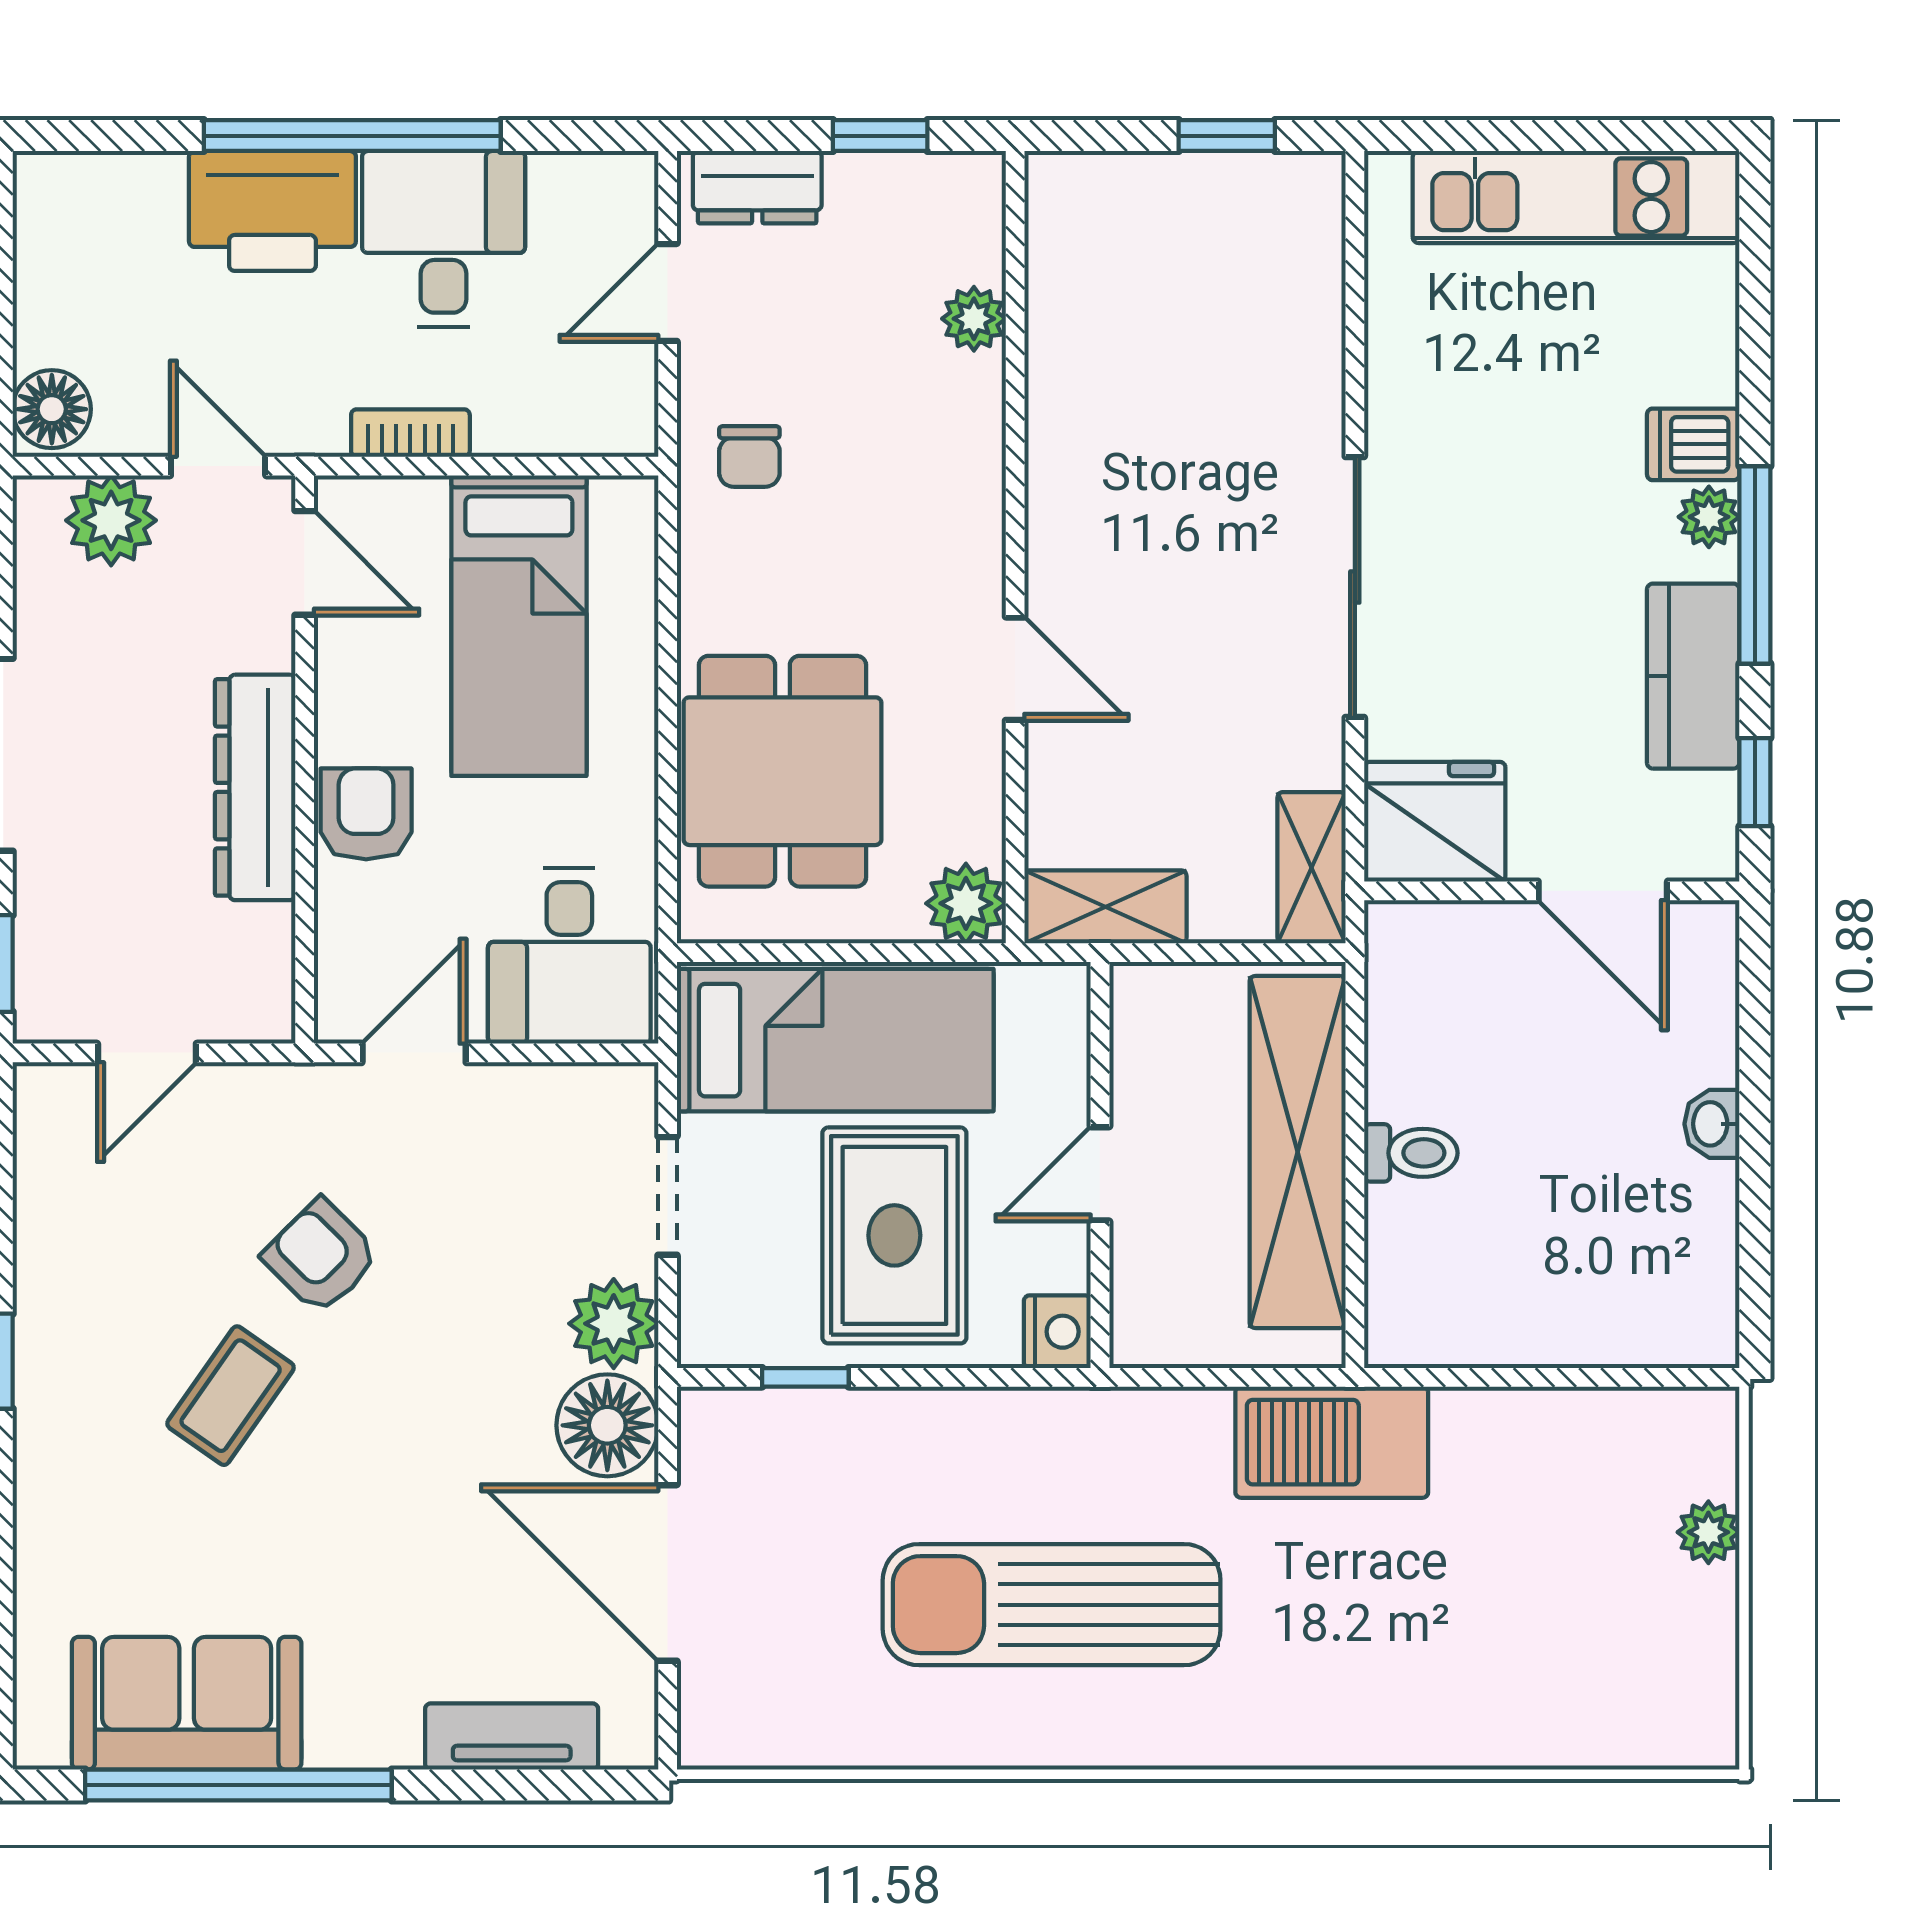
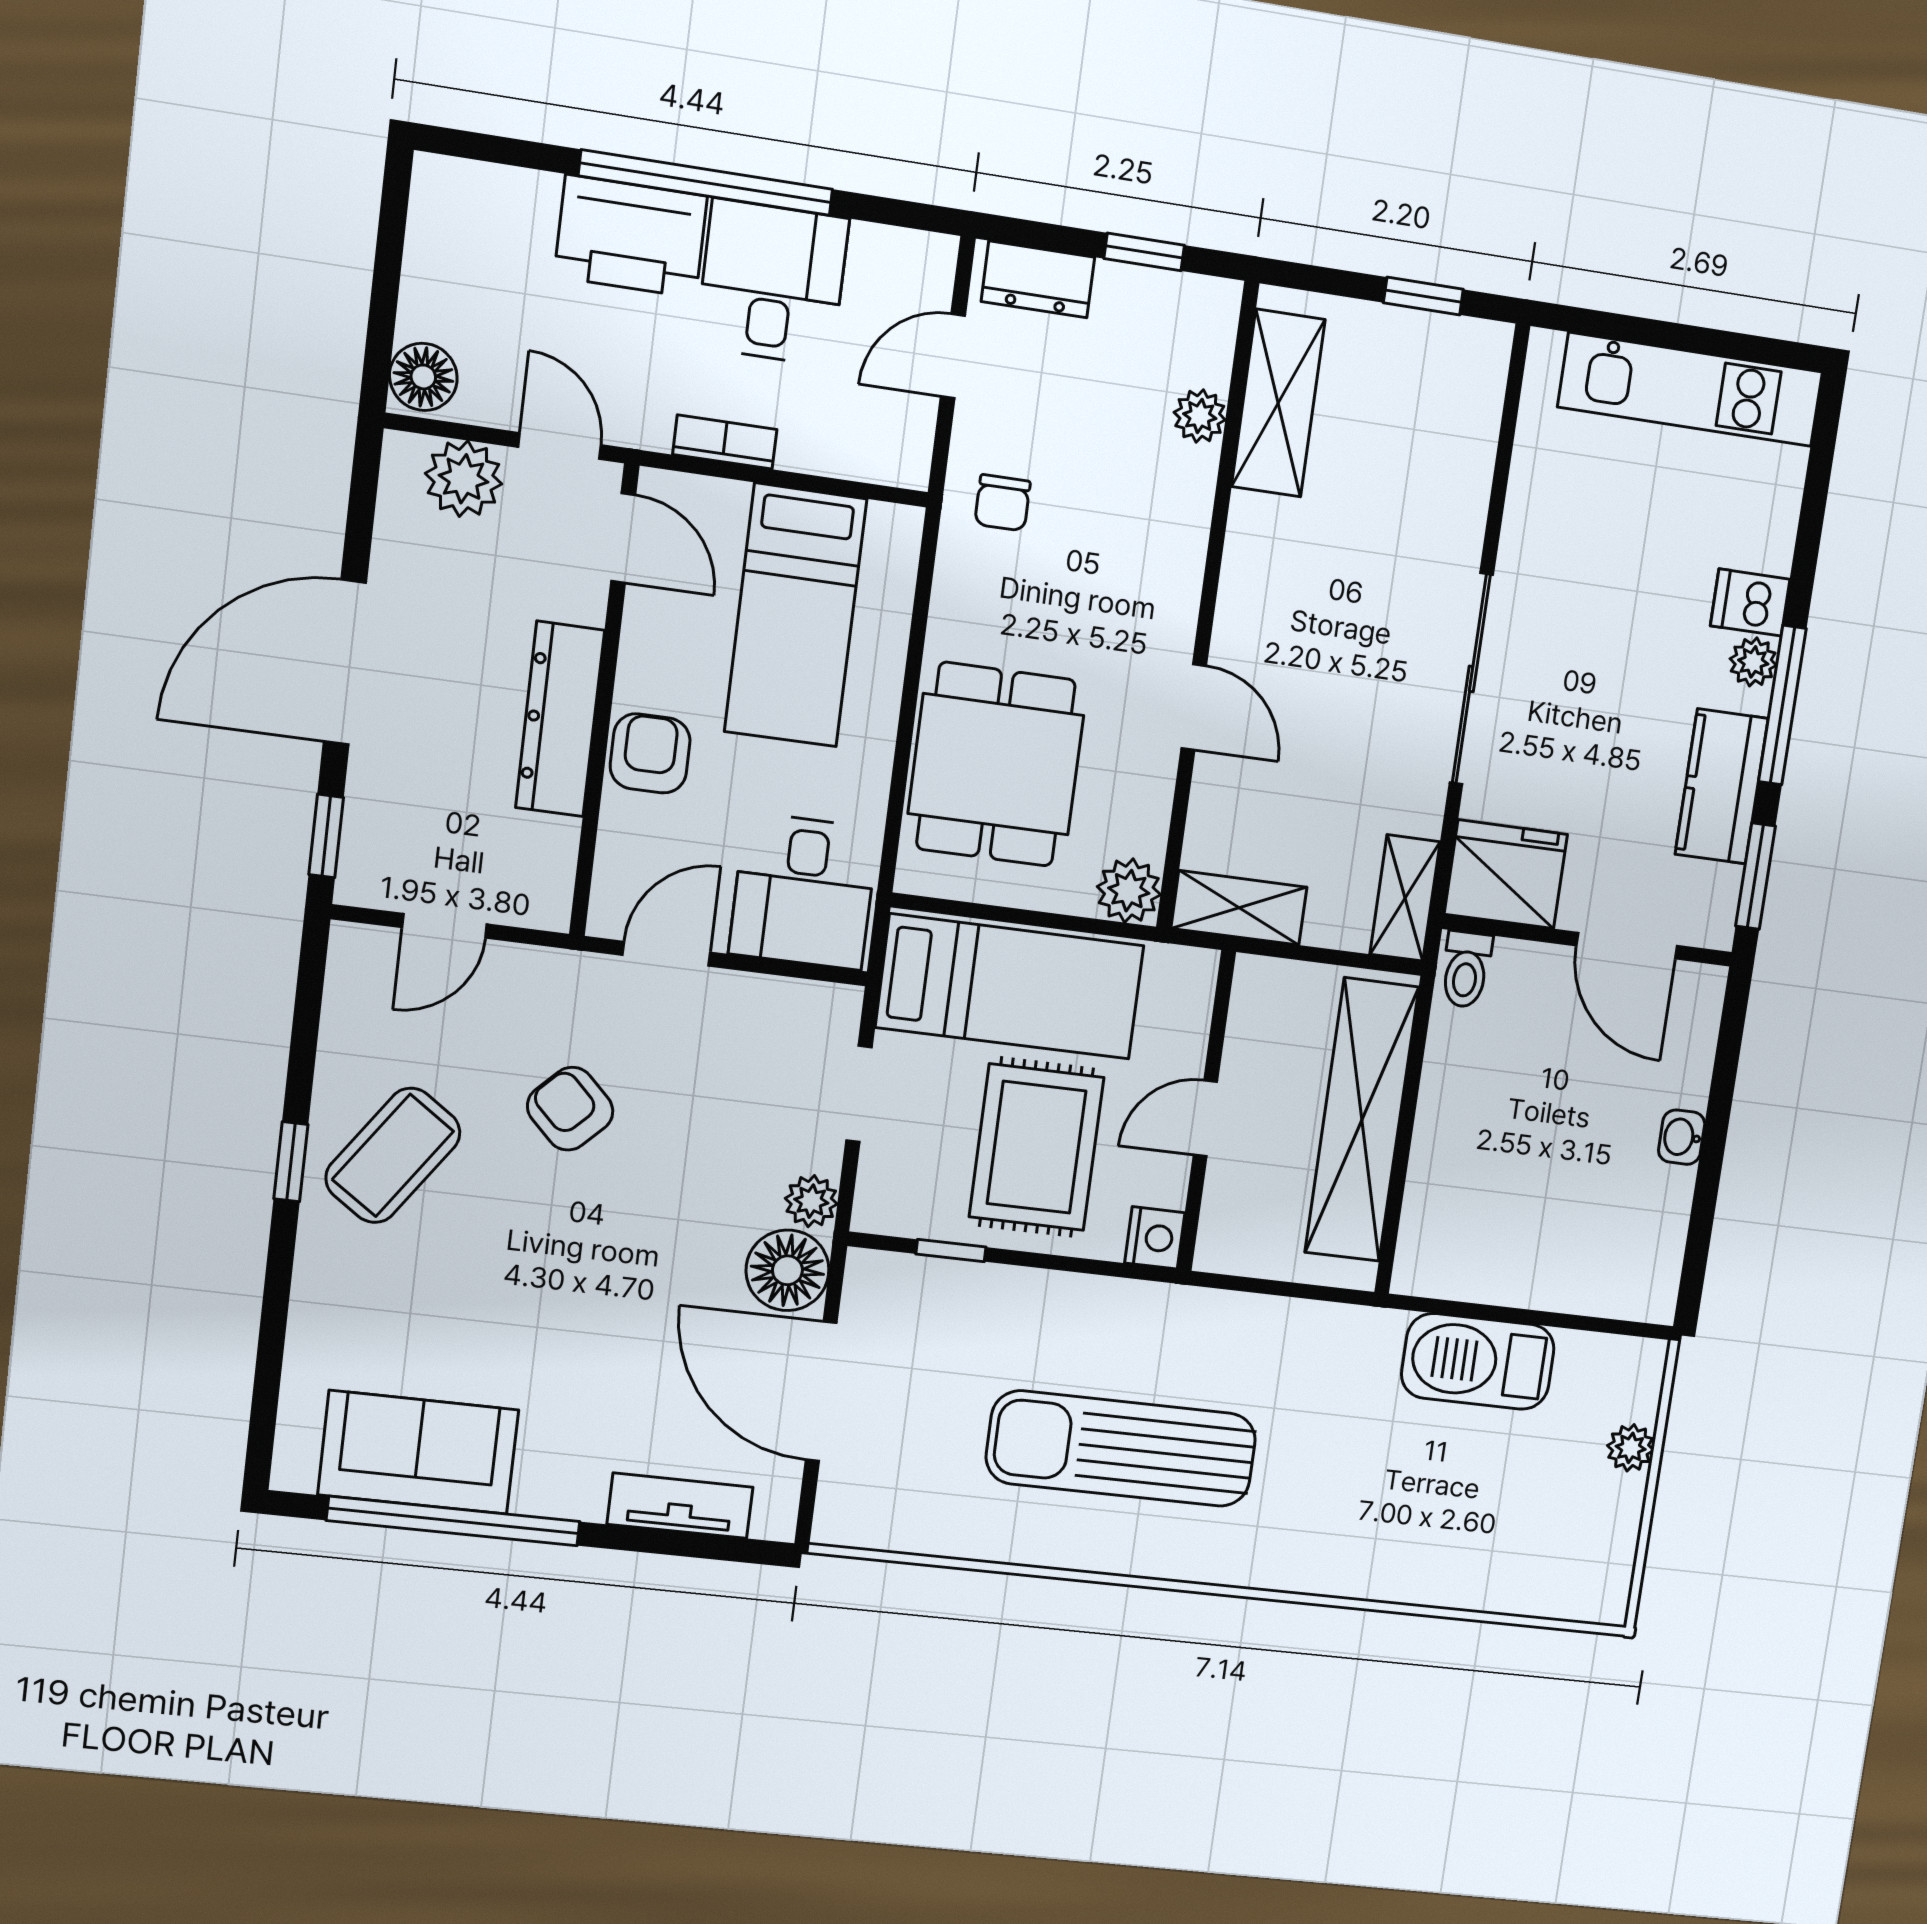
shelving: (1067, 289) -> (1278, 403), added
window: (1755, 782) -> (1755, 876), width x1.50
toilet: (1411, 1153) -> (1466, 970), moved, turned 90
plant: (614, 1324) -> (811, 1201), width x0.73, depth x0.73
coffee table: (231, 1396) -> (393, 1155), moved, width x1.36, depth x1.30
barbecue: (1332, 1442) -> (1478, 1361), moved

